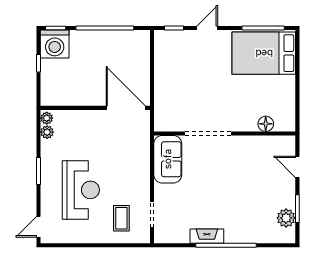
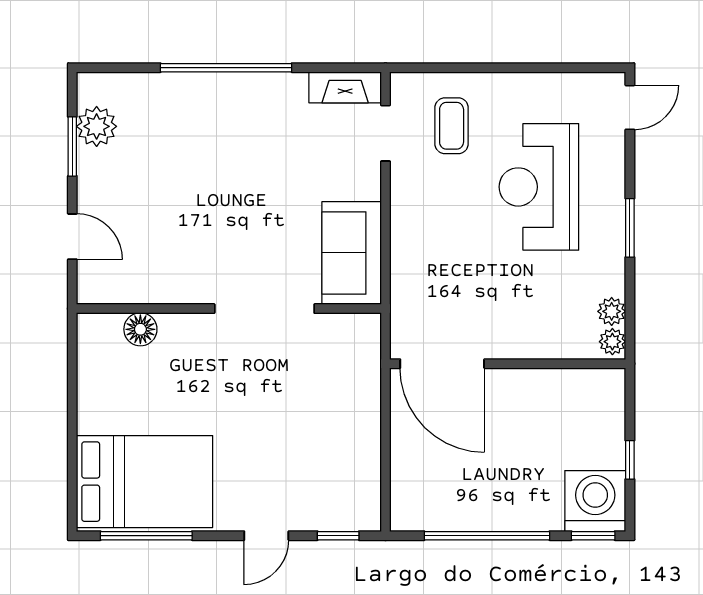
fireplace: (207, 236) -> (345, 87), moved

